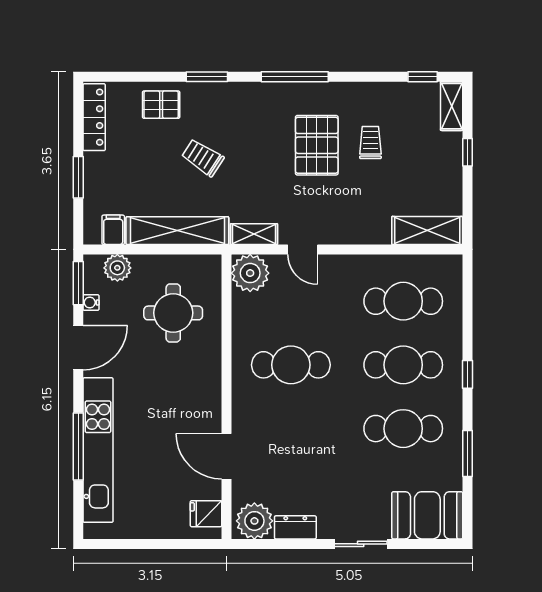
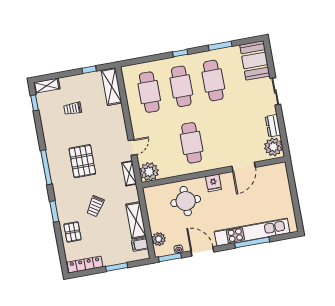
trolley: (370, 142) -> (73, 108), moved
pallet: (317, 145) -> (82, 161), moved, turned 90
window: (468, 152) -> (89, 70), moved
shelving: (177, 231) -> (136, 220), width x0.68
round table: (173, 313) -> (186, 201), moved
fridge: (206, 514) -> (214, 183), moved

